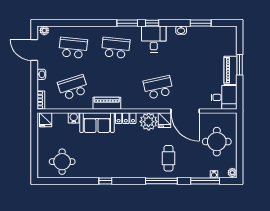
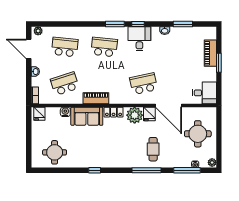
piano: (230, 70) -> (210, 53), moved

